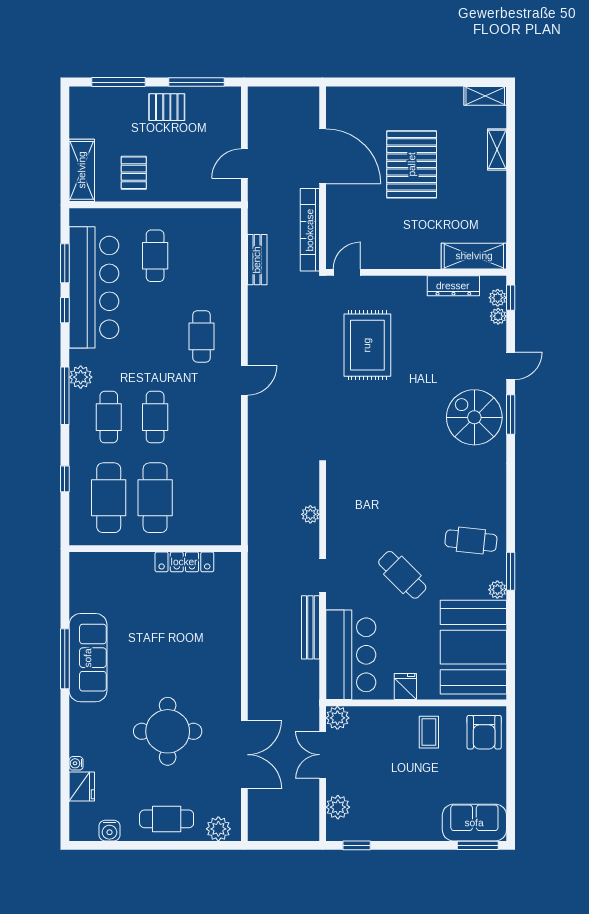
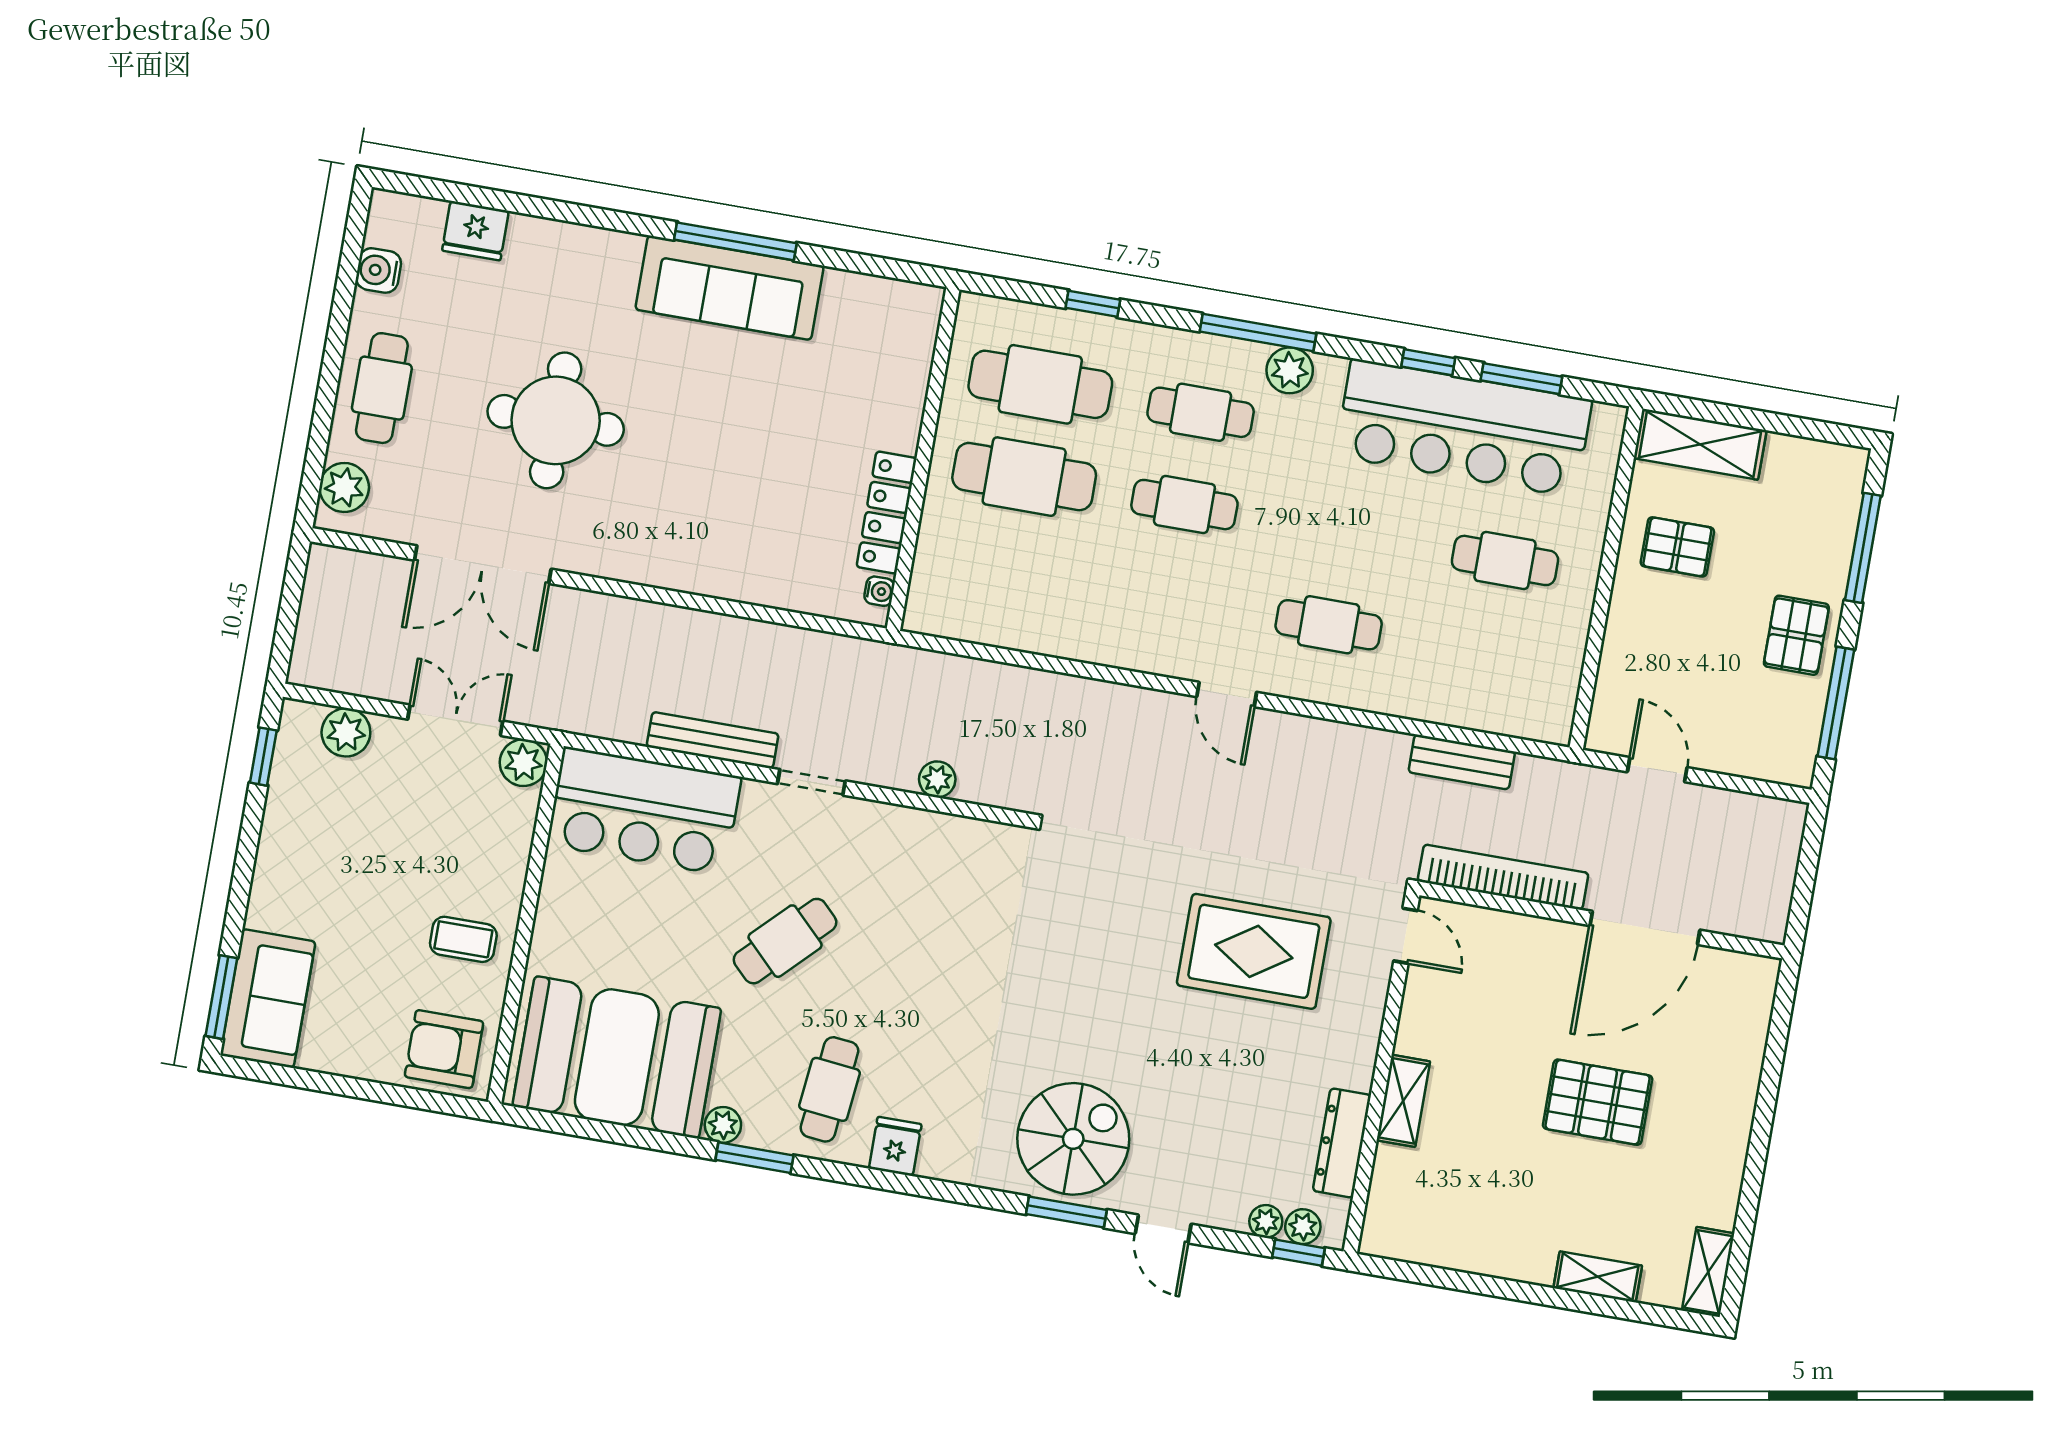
pallet: (412, 164) -> (1598, 1102), width x0.73, depth x0.71
shelving: (474, 256) -> (1403, 1101), moved, width x0.67, depth x0.75
fridge: (405, 687) -> (895, 1146), moved, turned -90
water cooler: (76, 763) -> (879, 591), moved, turned 90

